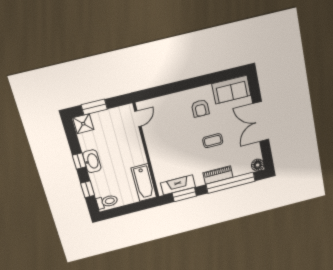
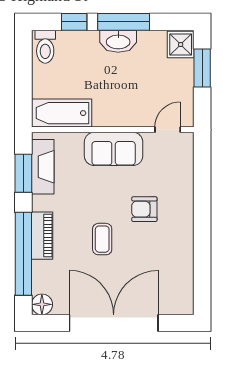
sofa: (231, 90) -> (114, 149), moved, turned -90
armchair: (200, 108) -> (144, 209), moved
door: (138, 119) -> (168, 130), swing flipped
double door: (261, 122) -> (114, 323), width x1.36
window: (79, 161) -> (124, 22), width x2.17

